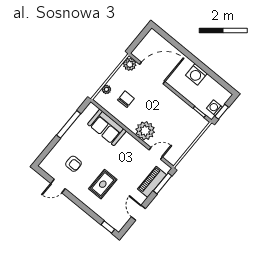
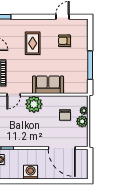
plant: (130, 64) -> (82, 121), moved
door: (152, 73) -> (62, 148), hinge flipped
sofa: (107, 127) -> (48, 85), moved

